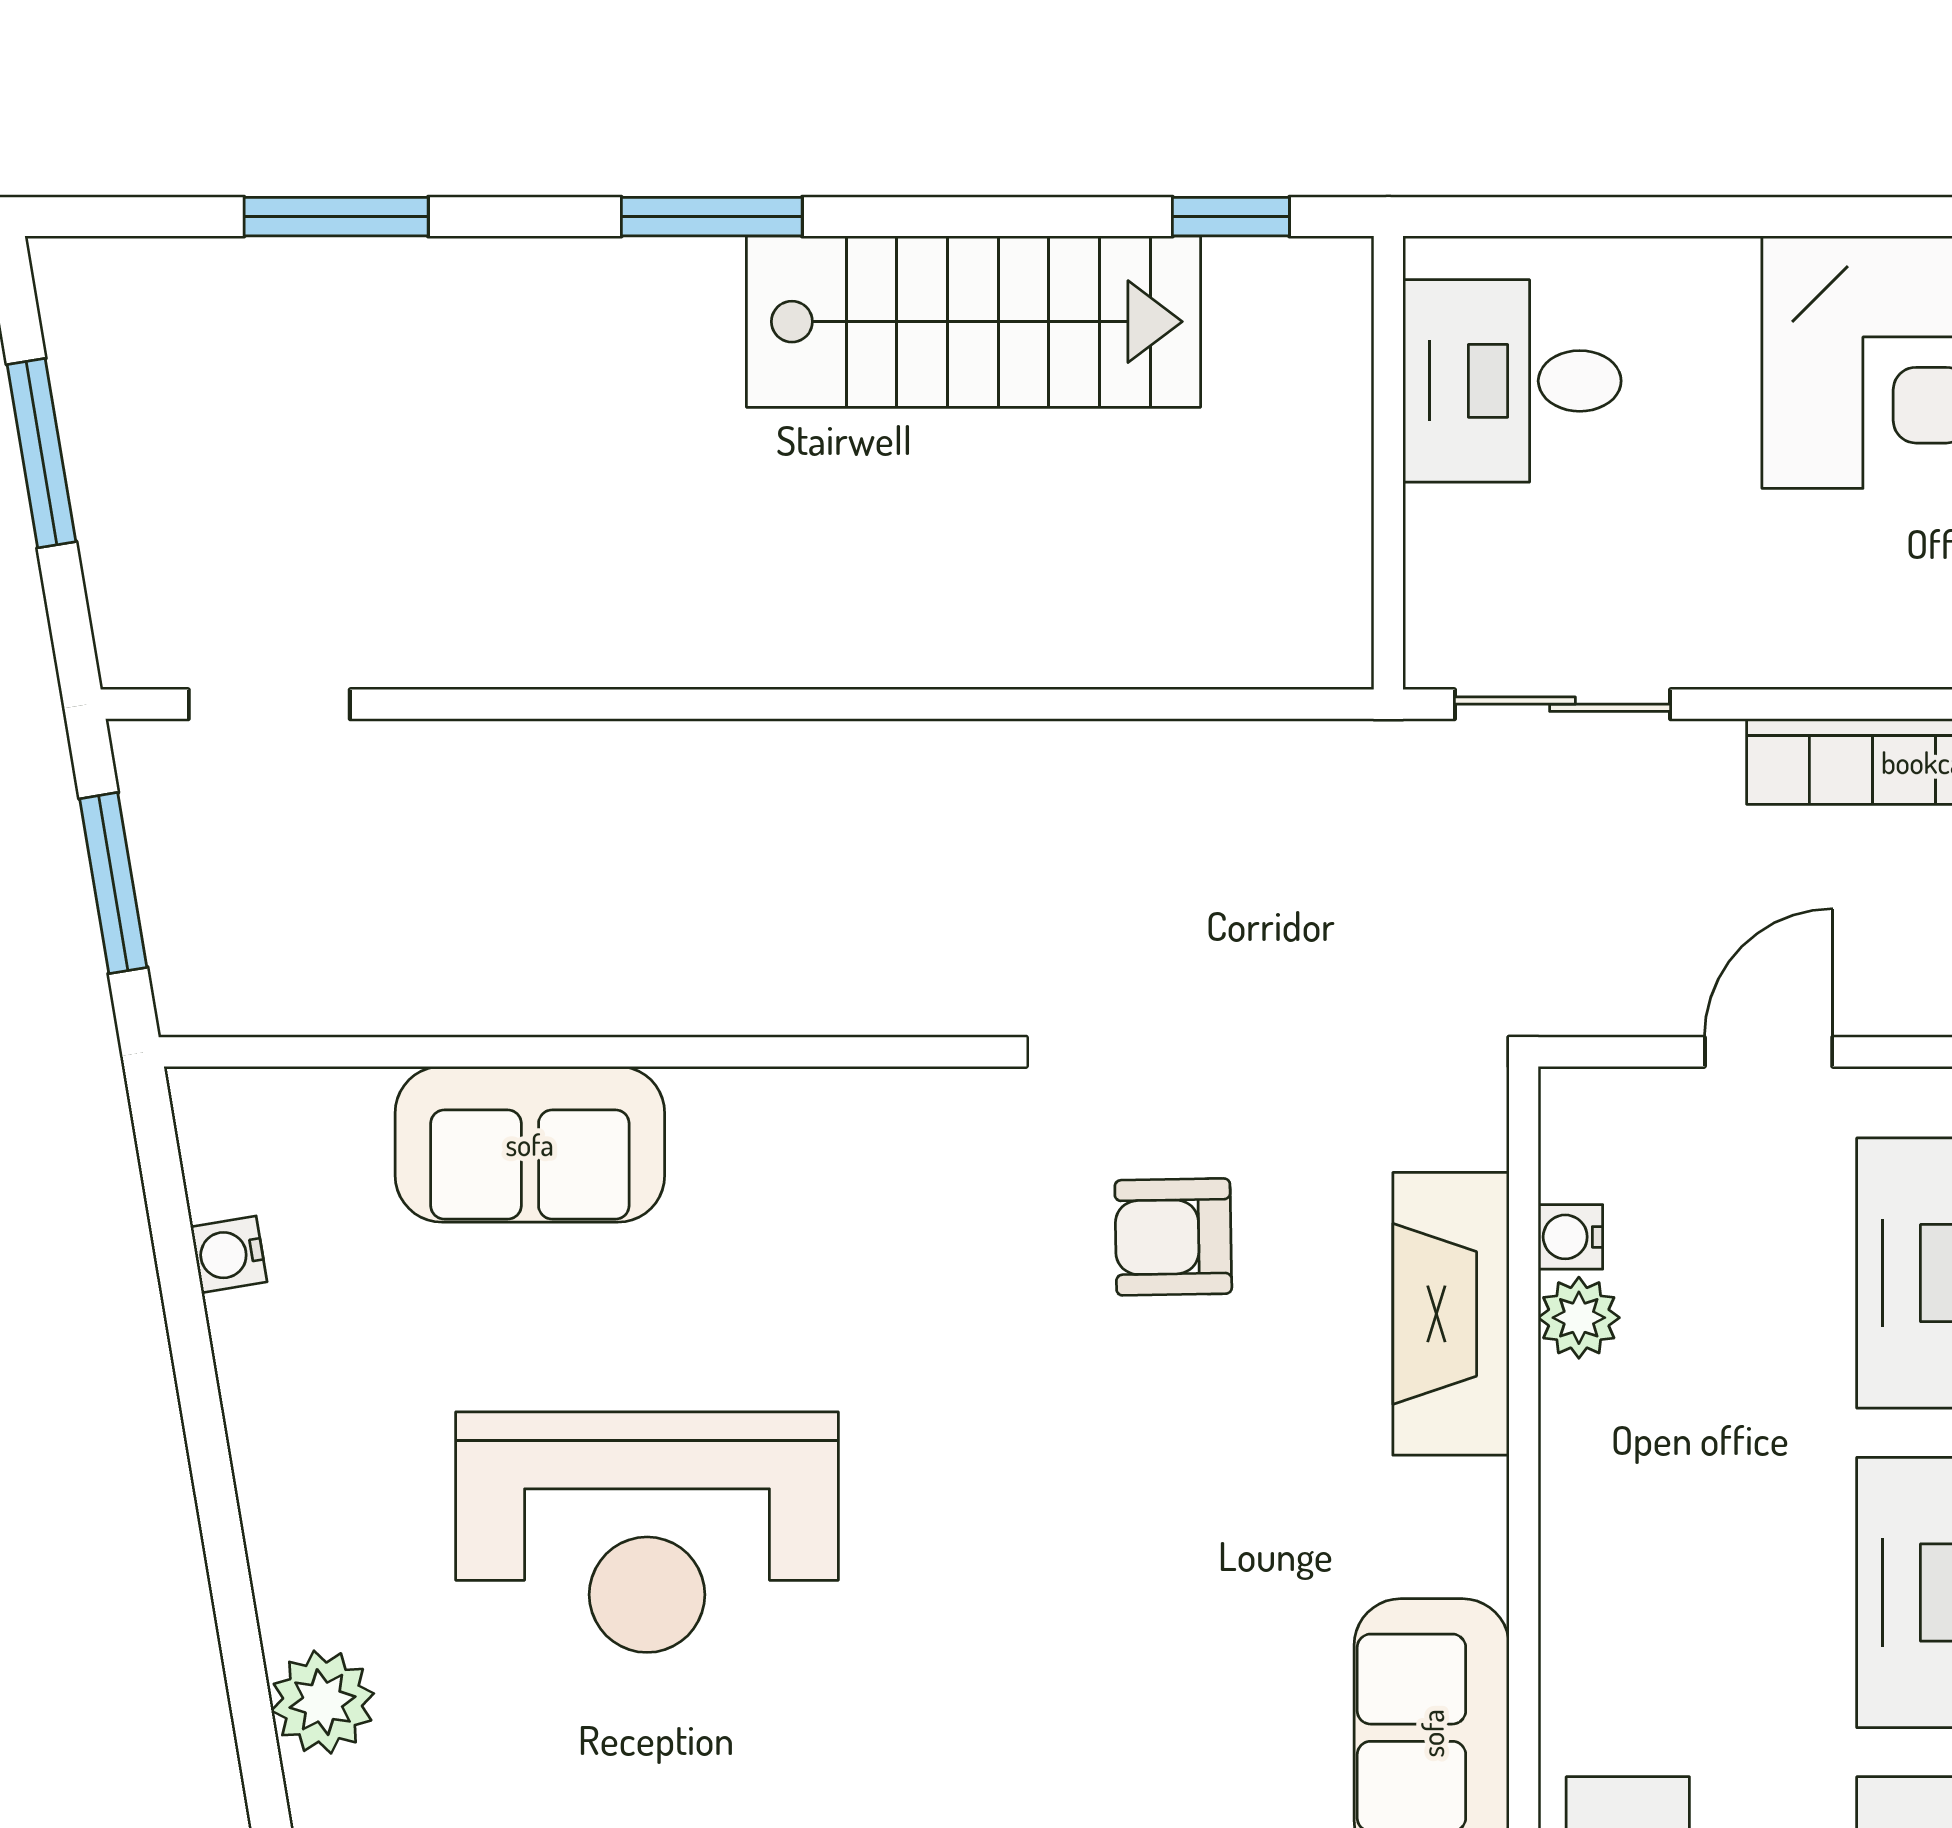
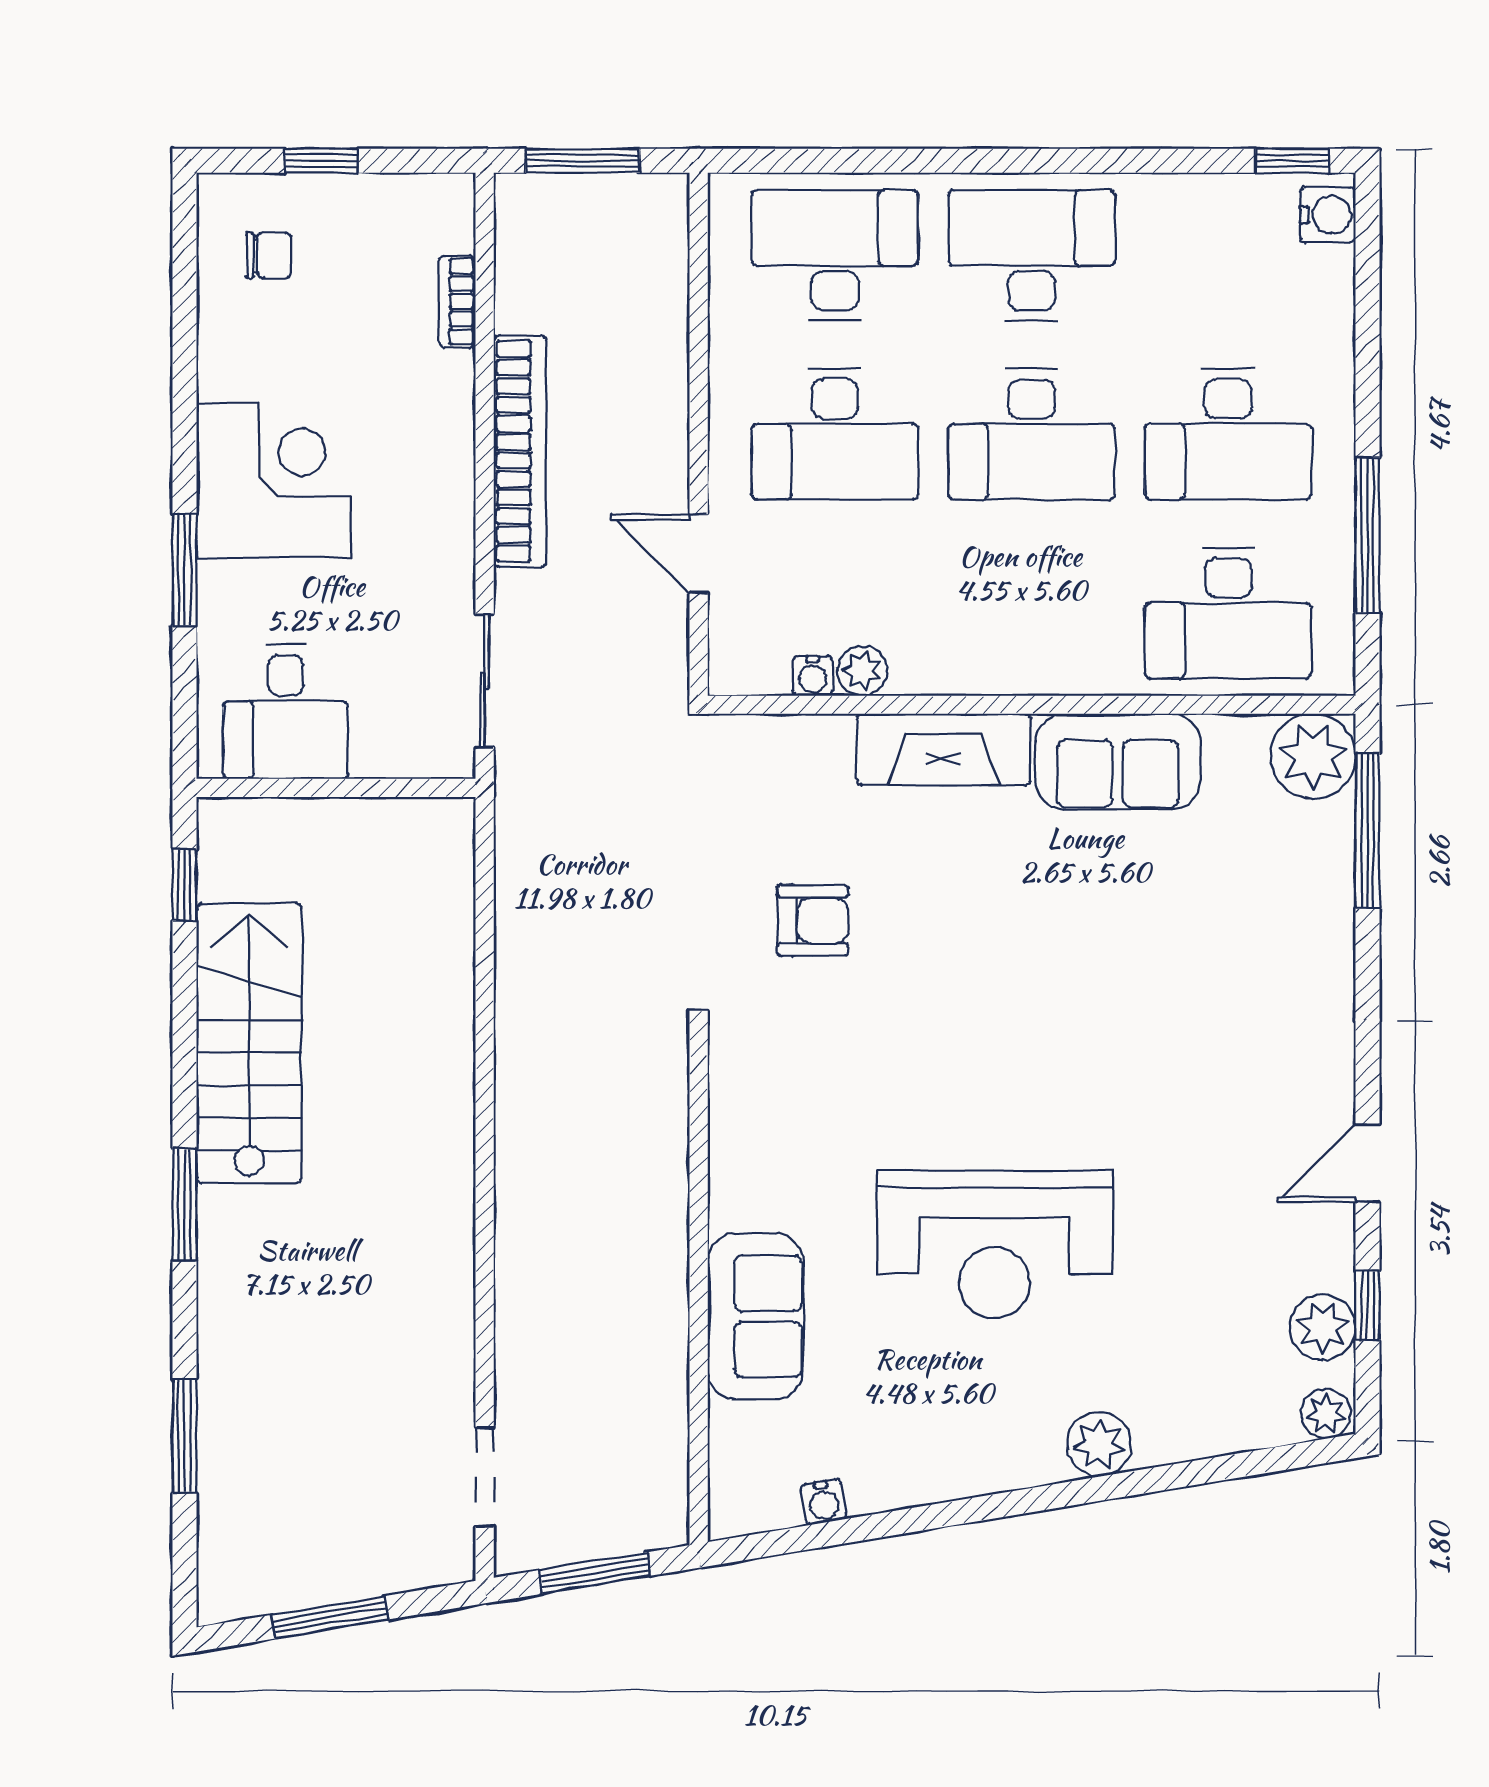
window: (1742, 217) -> (184, 570), added
armchair: (1173, 1237) -> (813, 920), turned -89
fireplace: (1451, 1314) -> (944, 749), moved
reception desk: (647, 1532) -> (994, 1244), turned 90

